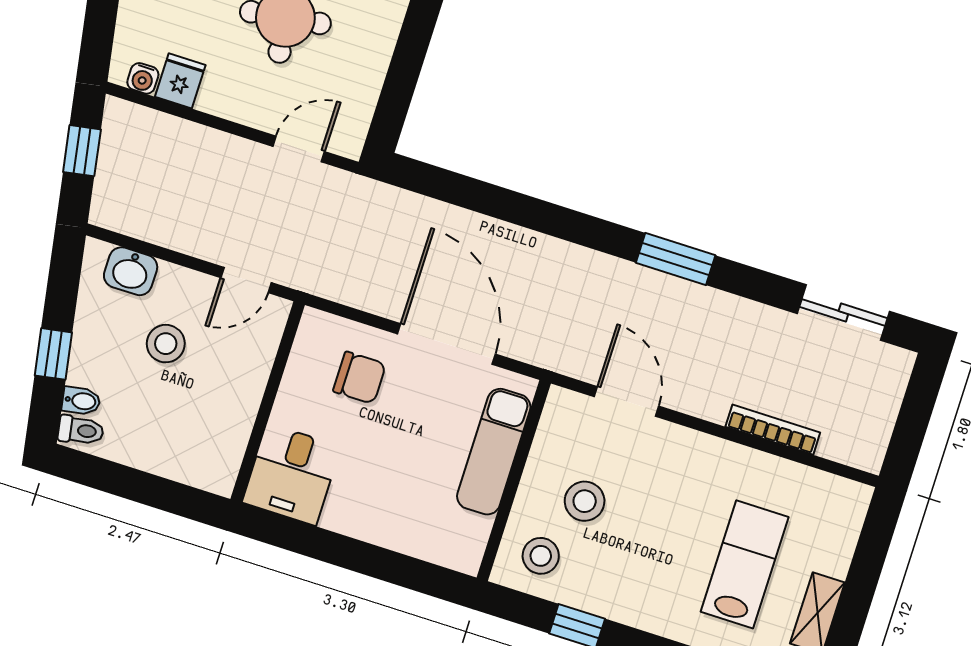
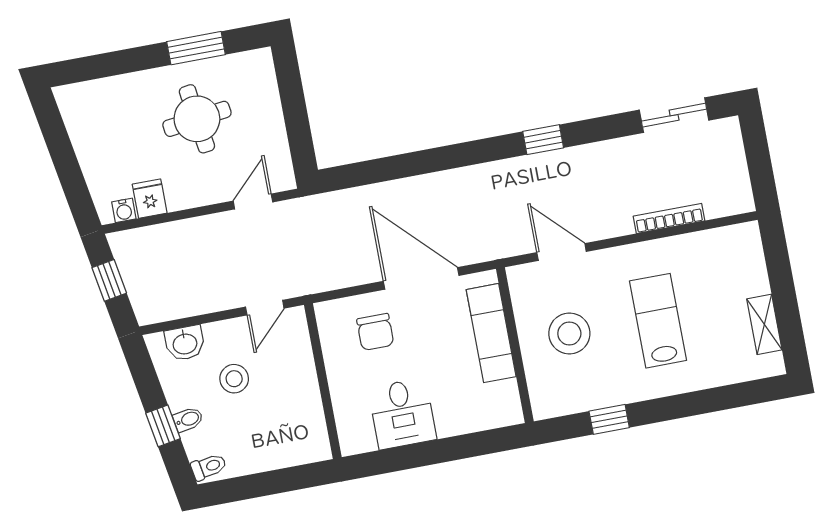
window: (676, 259) -> (543, 140), width x0.67
chair: (359, 378) -> (375, 332), turned 90
bidet: (81, 401) -> (188, 419), moved
desk: (292, 474) -> (402, 414), moved
stool: (585, 501) -> (569, 333), width x1.38, depth x1.38
stool: (541, 556) -> (560, 386), removed
lab bench: (745, 564) -> (658, 321), moved

